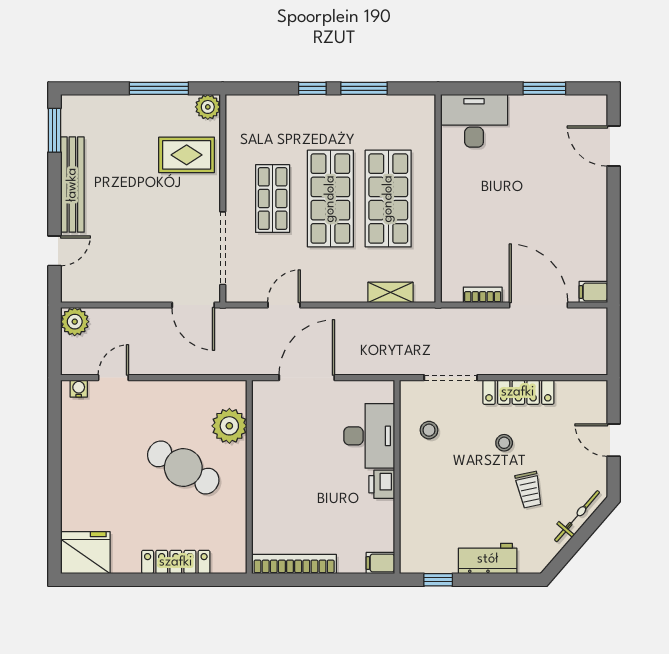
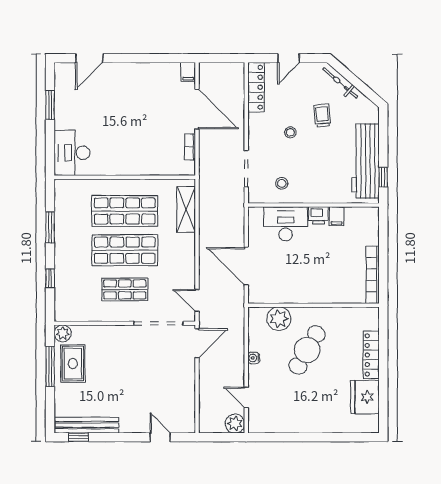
window: (312, 88) -> (50, 278), moved
window: (54, 130) -> (79, 437), width x0.67
rug: (187, 155) -> (73, 364), moved
bench: (72, 185) -> (86, 425), moved
shelving: (390, 292) -> (186, 209), width x1.50, depth x1.33
door: (284, 305) -> (197, 300), moved
door: (539, 305) -> (197, 109), swing flipped
plant: (75, 322) -> (235, 424), moved
water cooler: (79, 389) -> (254, 358), moved
locker: (518, 392) -> (256, 87), moved
trolley: (529, 490) -> (322, 116), turned -83
fridge: (85, 553) -> (365, 397), moved
workbench: (488, 559) -> (366, 161), width x1.88, depth x1.32
filing cabinet: (380, 563) -> (337, 216), moved

